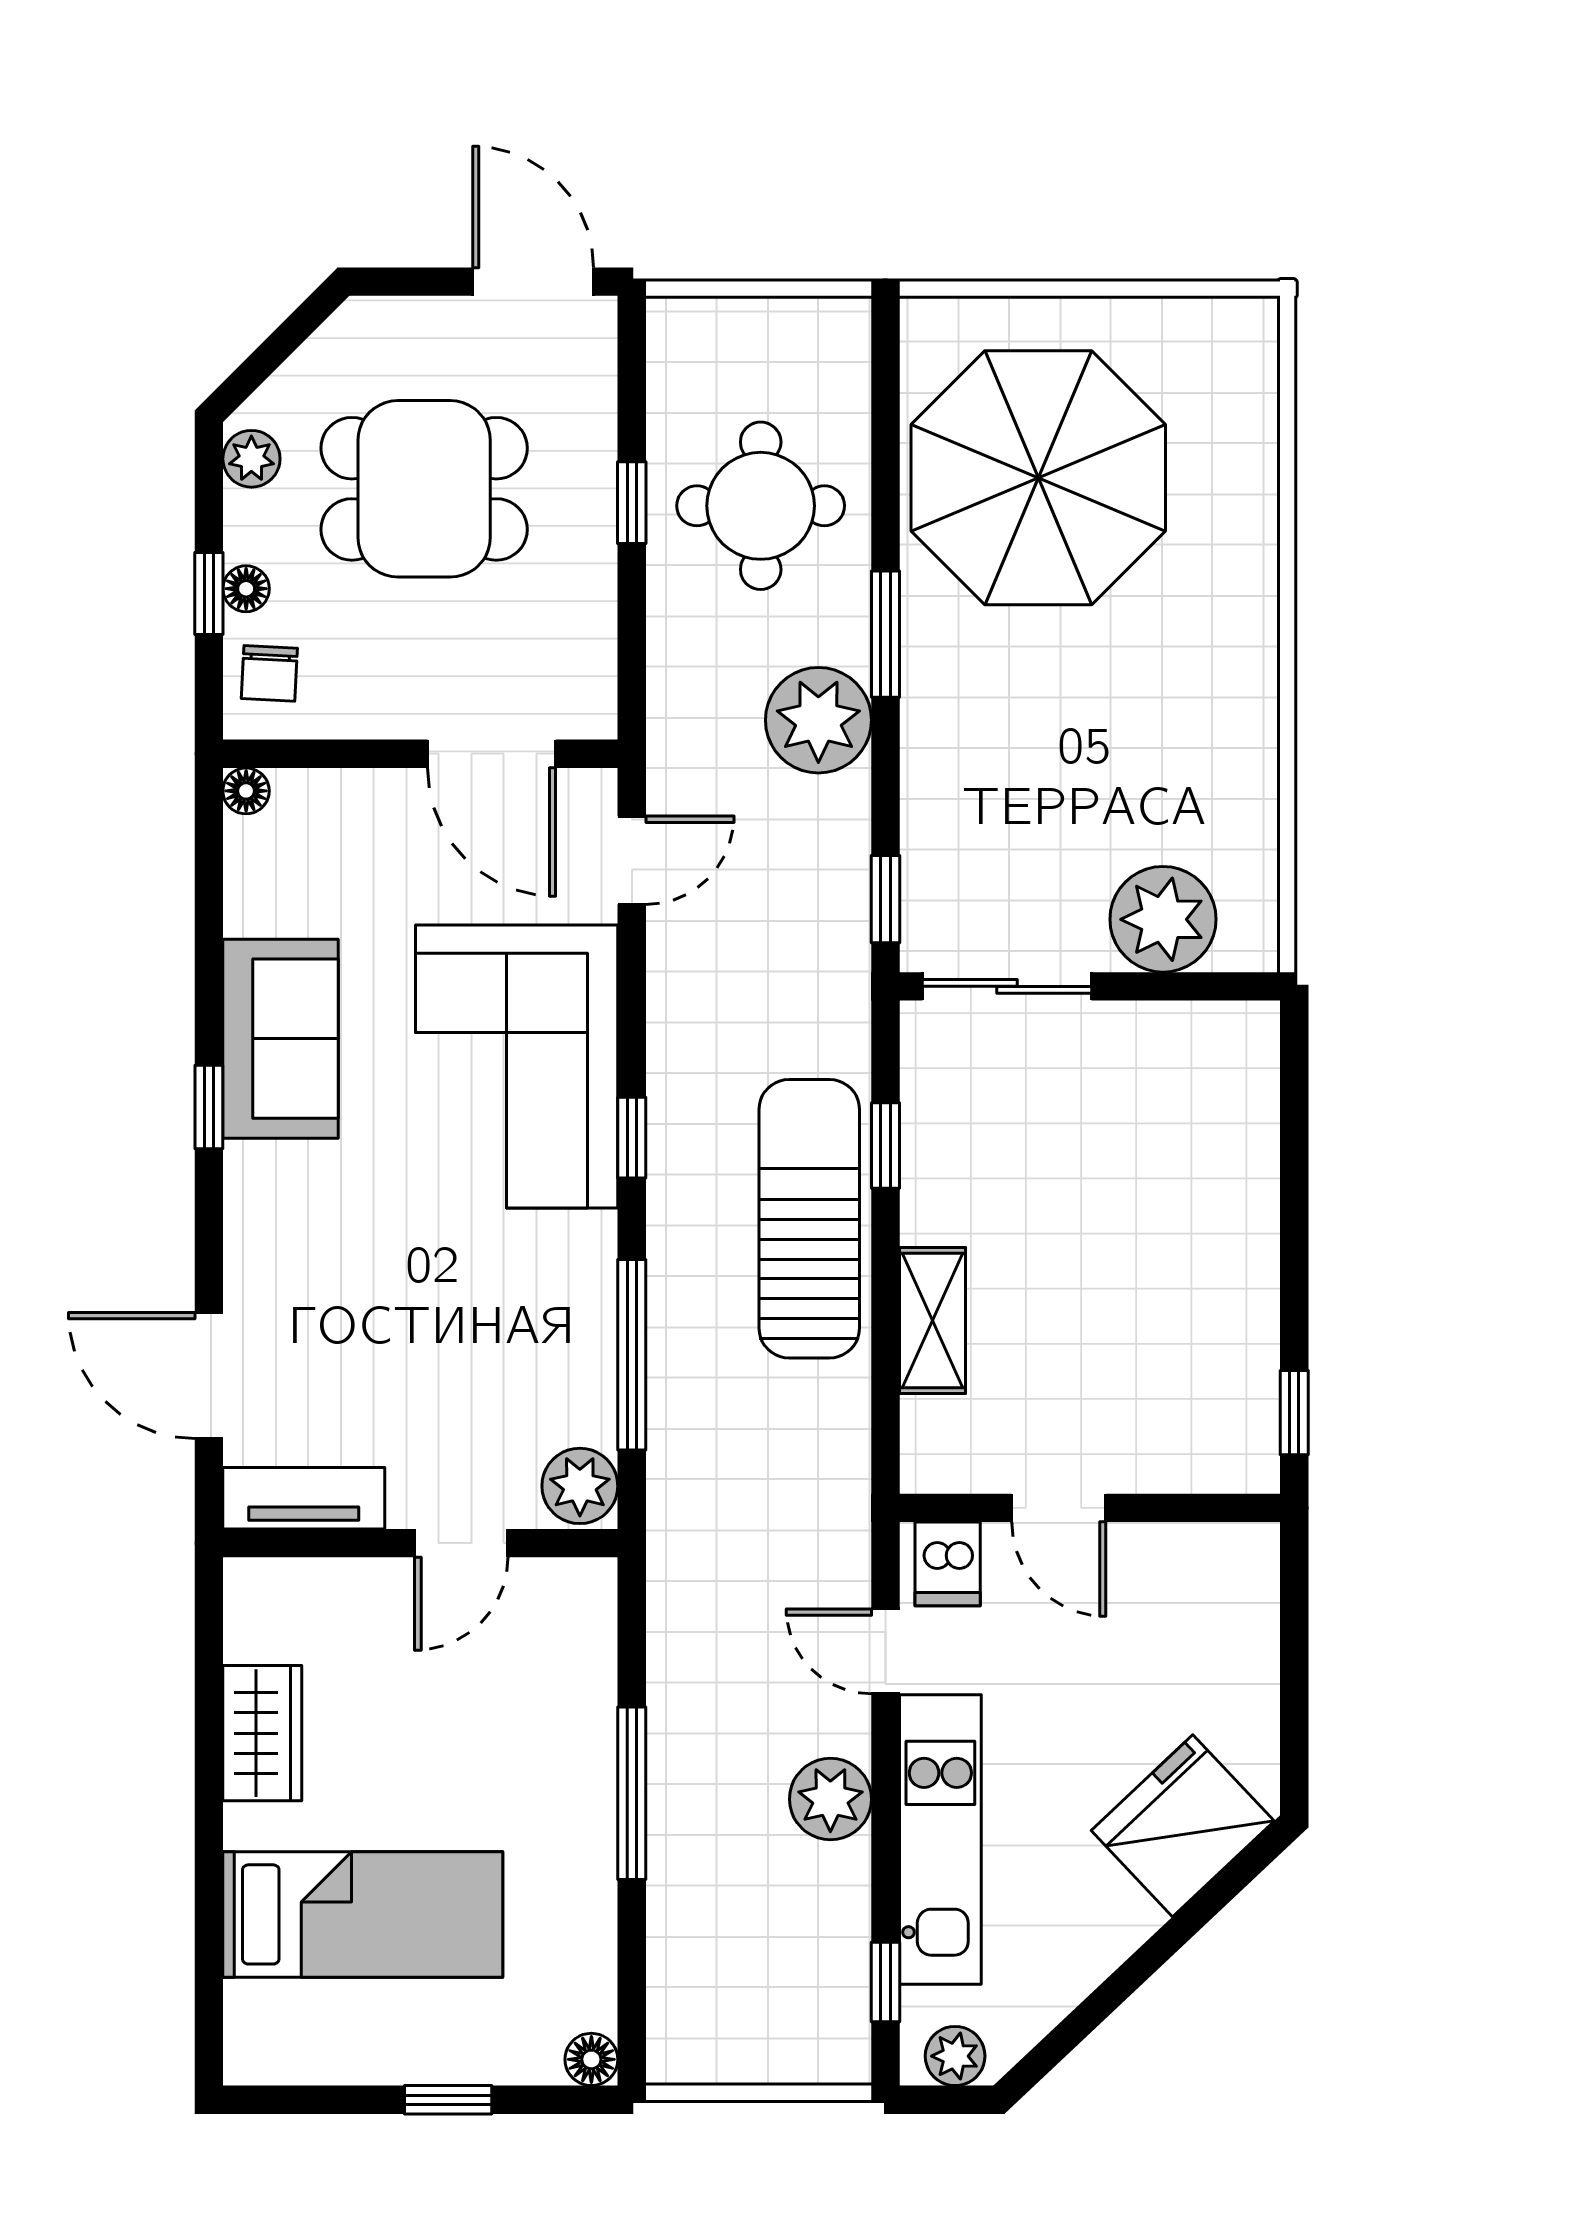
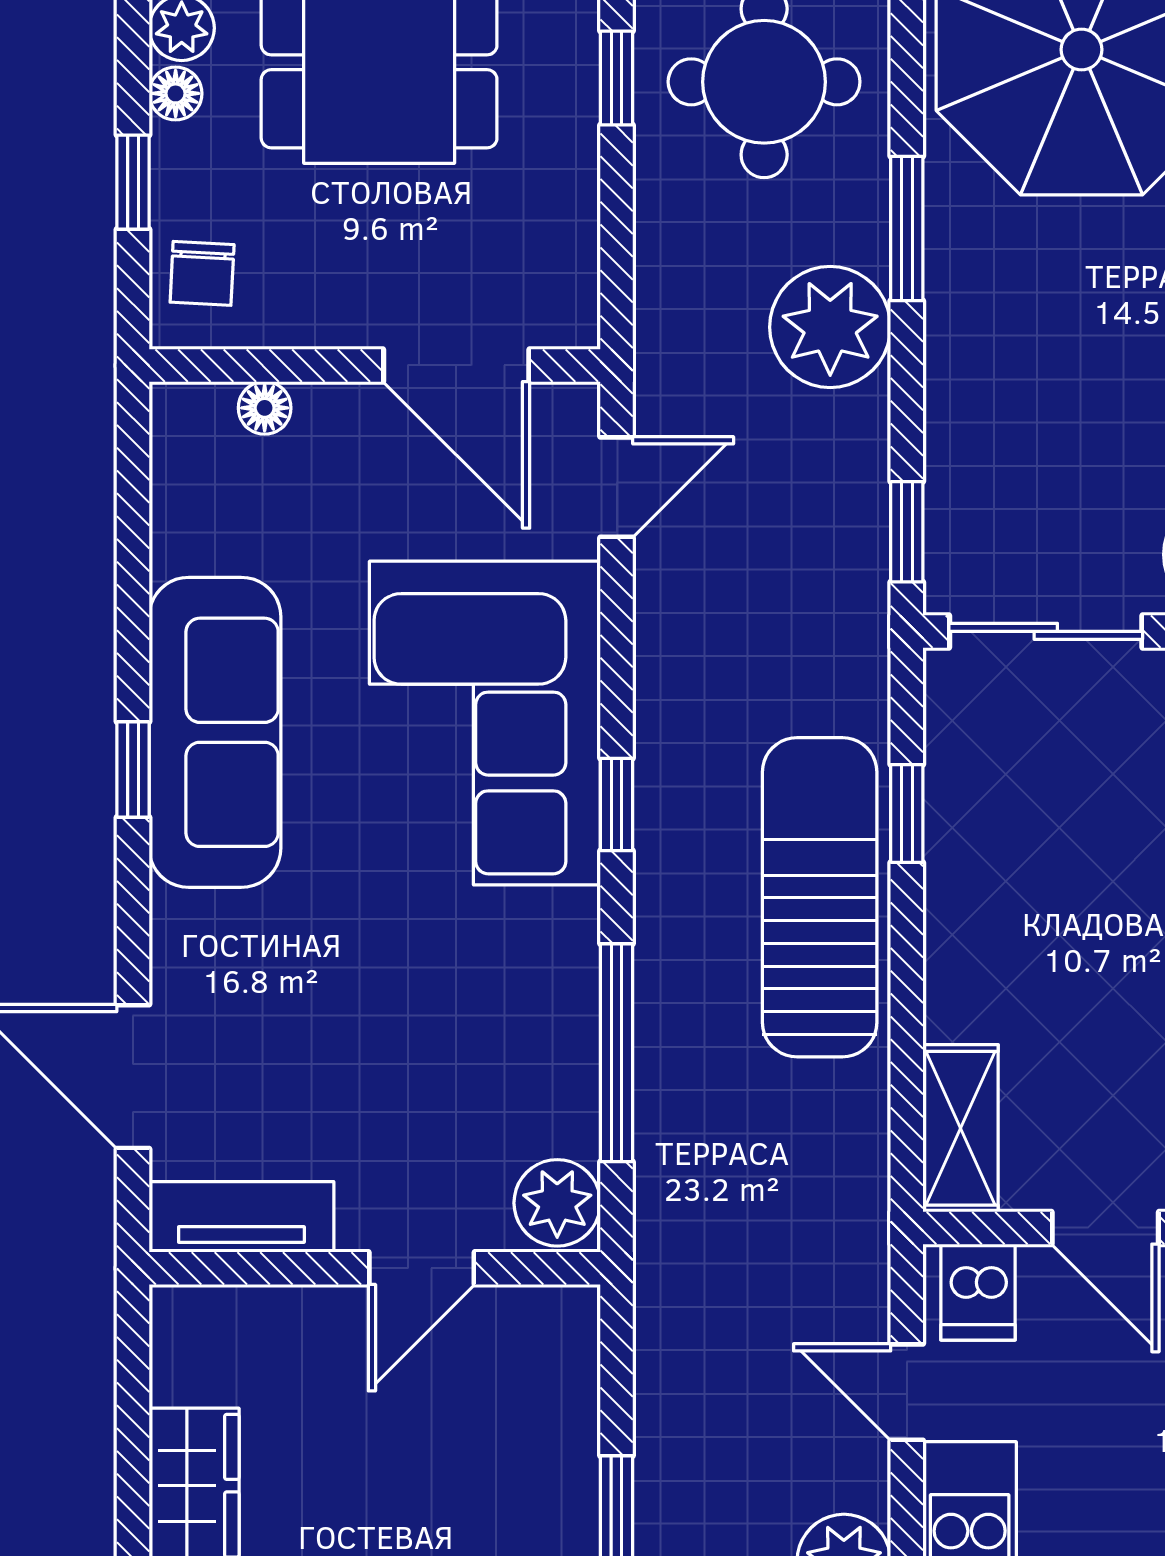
floor lamp: (246, 589) -> (176, 93), moved
floor lamp: (246, 791) -> (265, 408), moved
sofa: (281, 1039) -> (215, 732), width x1.36
shelving: (932, 1321) -> (961, 1128), moved

